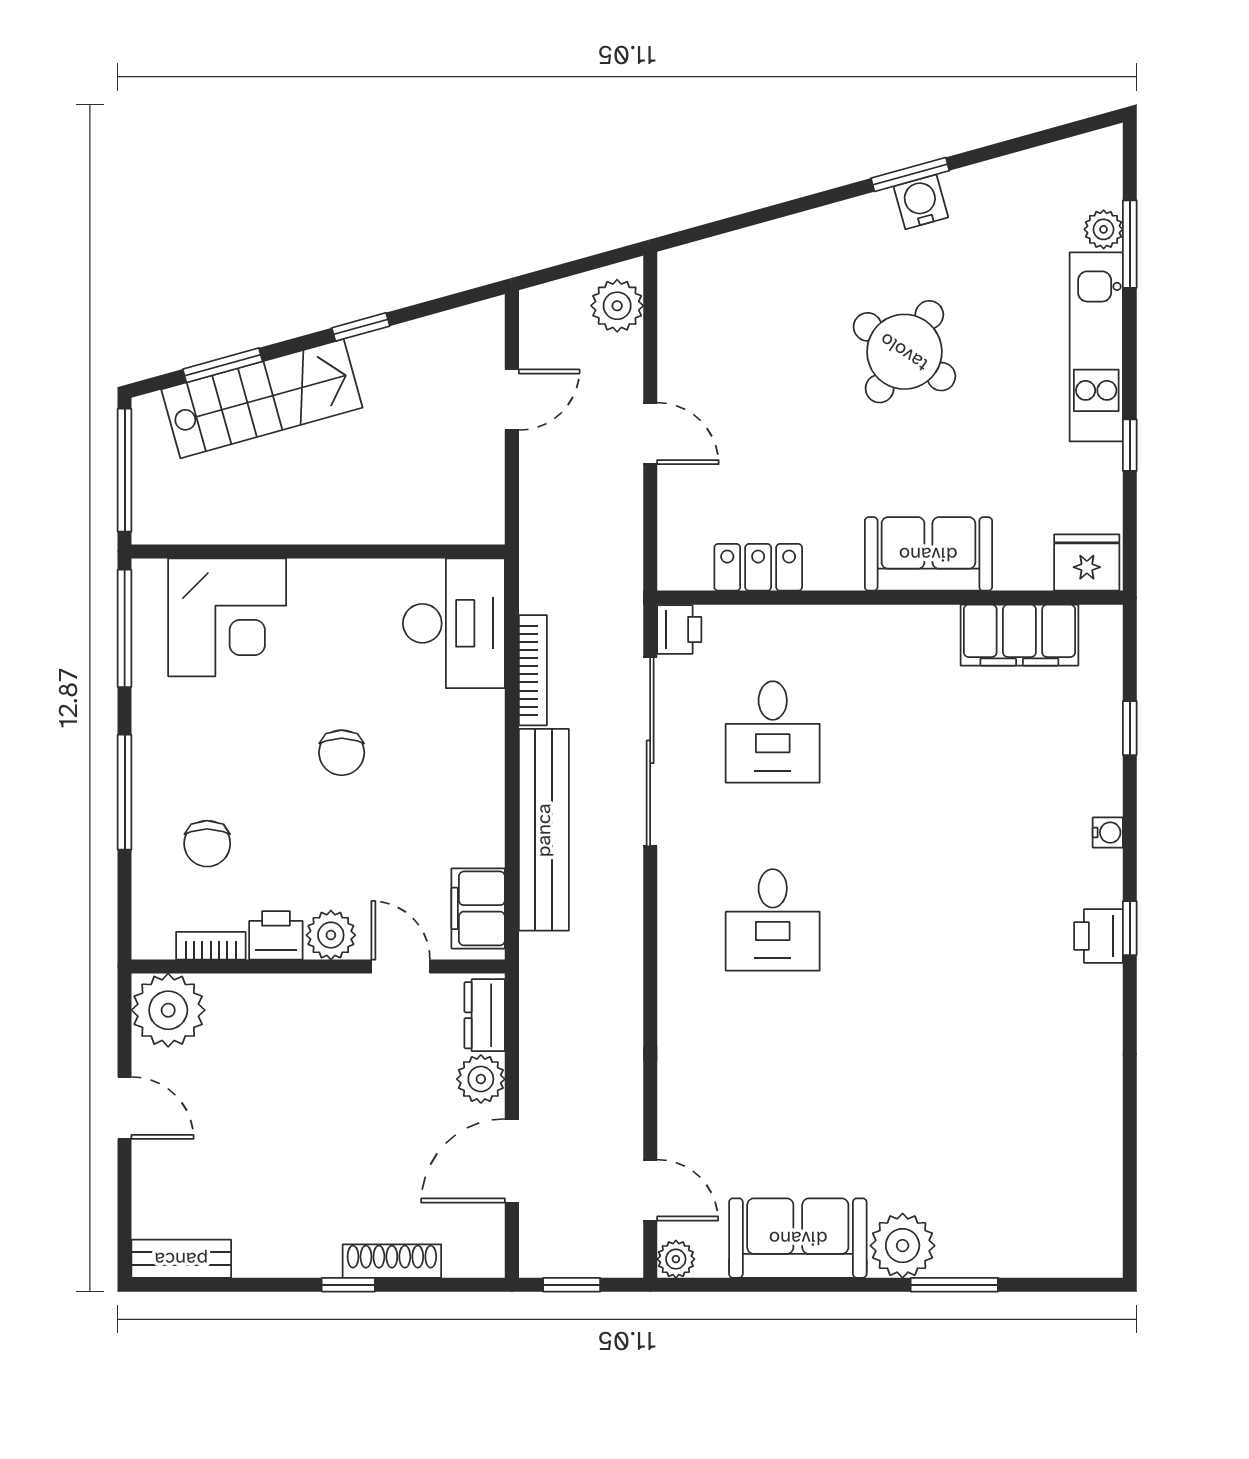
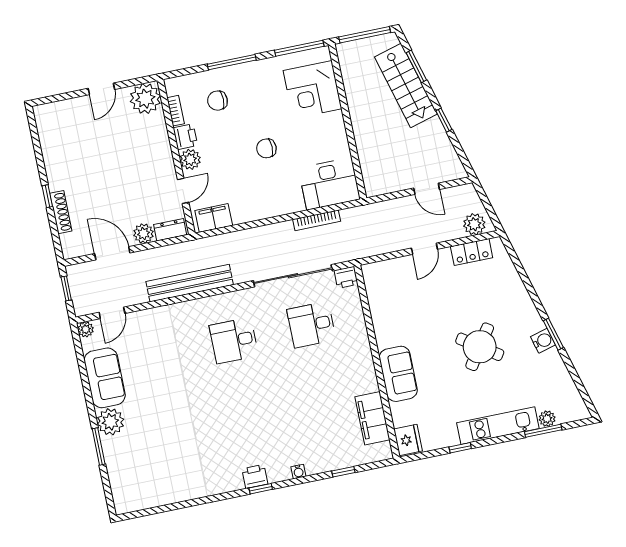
locker: (758, 567) -> (472, 252), moved, turned 90
bench: (544, 830) -> (190, 283), moved
bench: (181, 1259) -> (44, 125), removed

